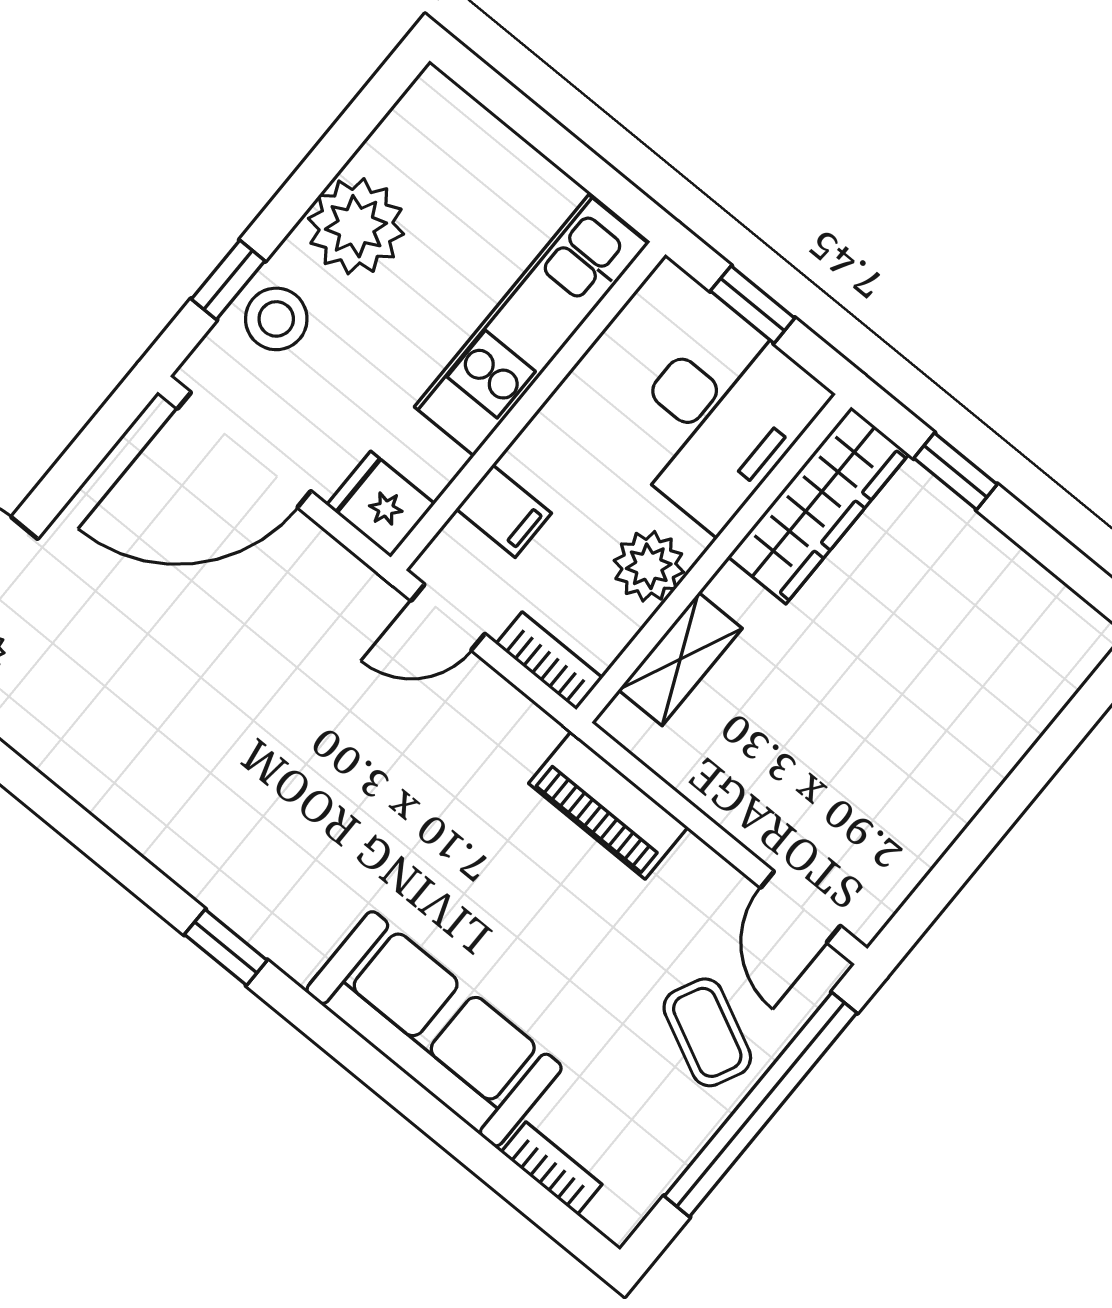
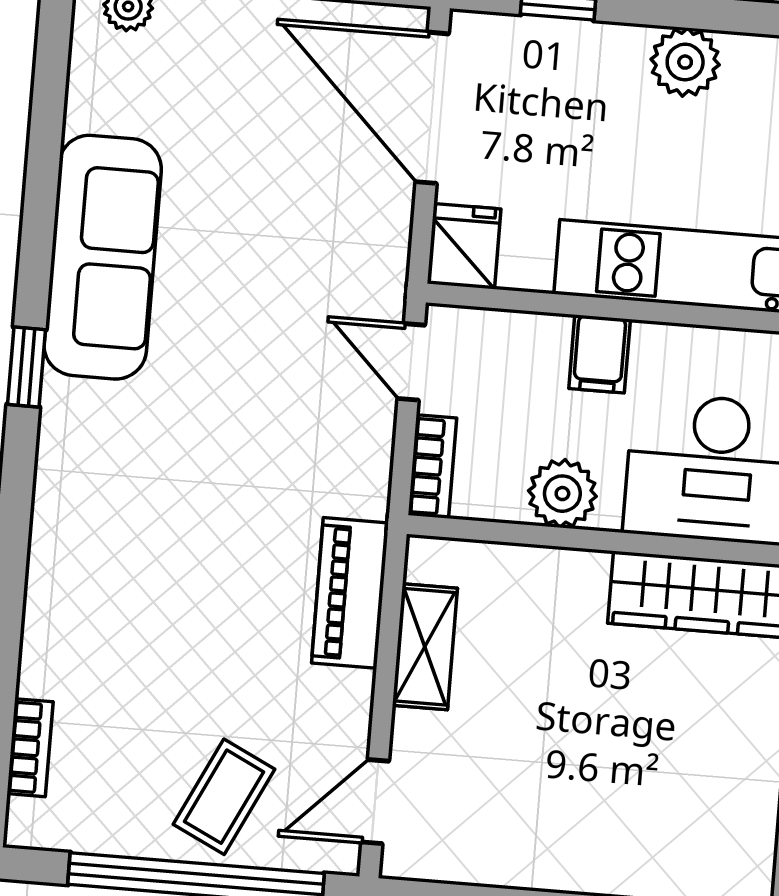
plant: (356, 226) -> (685, 62), width x0.73, depth x0.73
stool: (276, 319) -> (554, 61), removed
filing cabinet: (504, 511) -> (600, 354), moved
shelving: (680, 659) -> (425, 647), moved, turned 90
sofa: (434, 1029) -> (103, 257), moved

